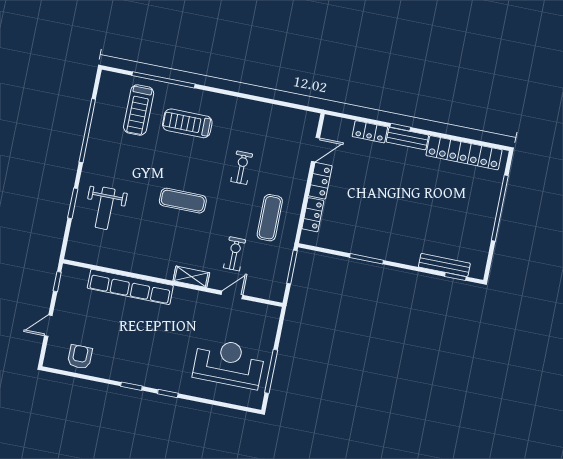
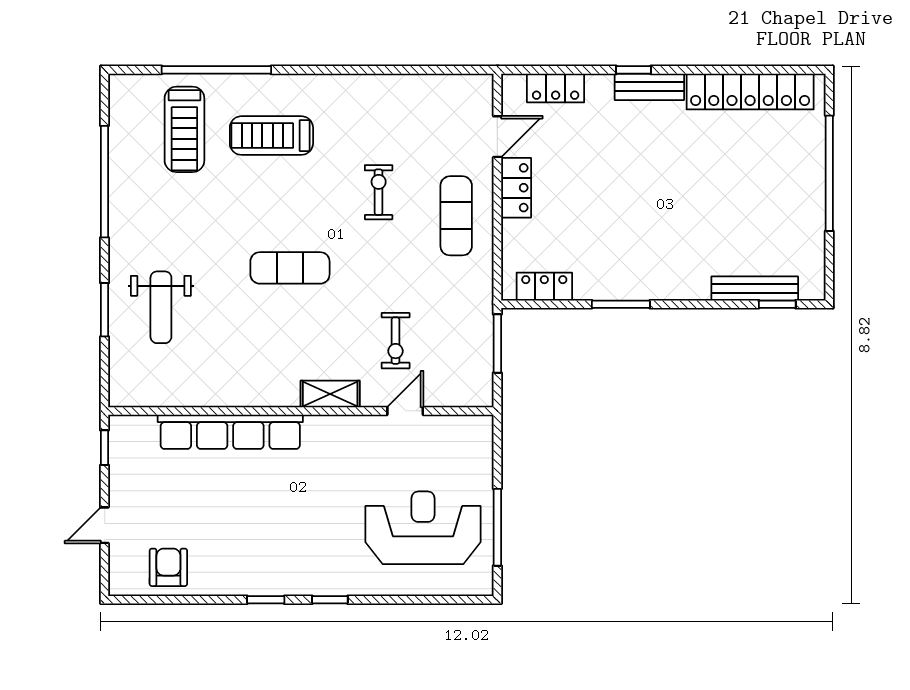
locker: (370, 132) -> (556, 88), moved
locker: (313, 215) -> (544, 287), moved, turned -90
exercise mat: (270, 218) -> (456, 216), moved
exercise bike: (234, 254) -> (396, 341), turned 180

